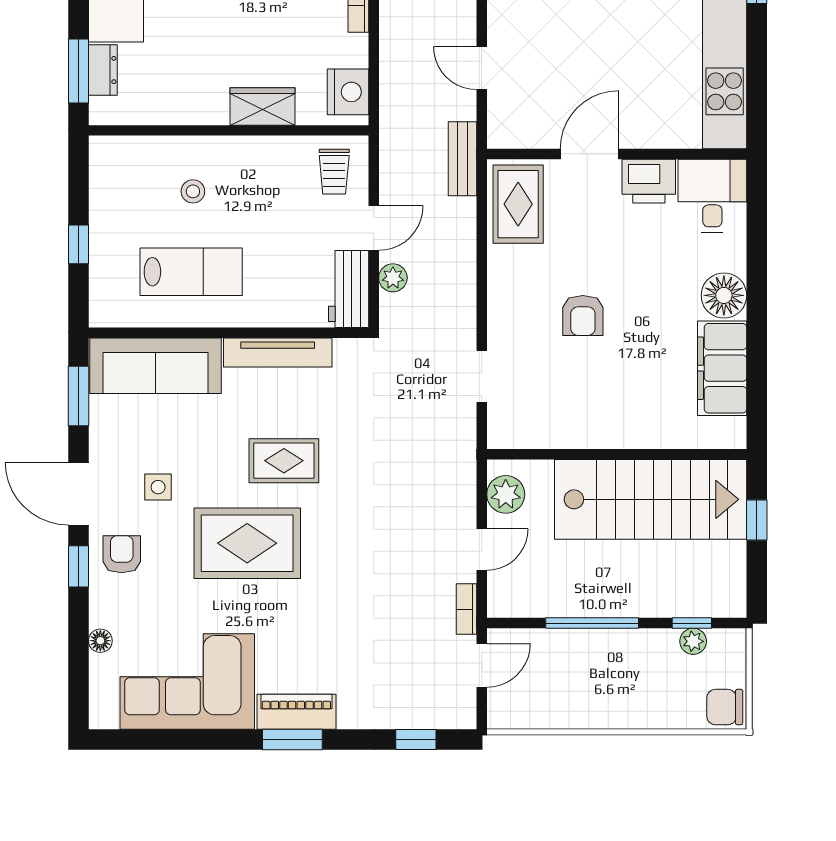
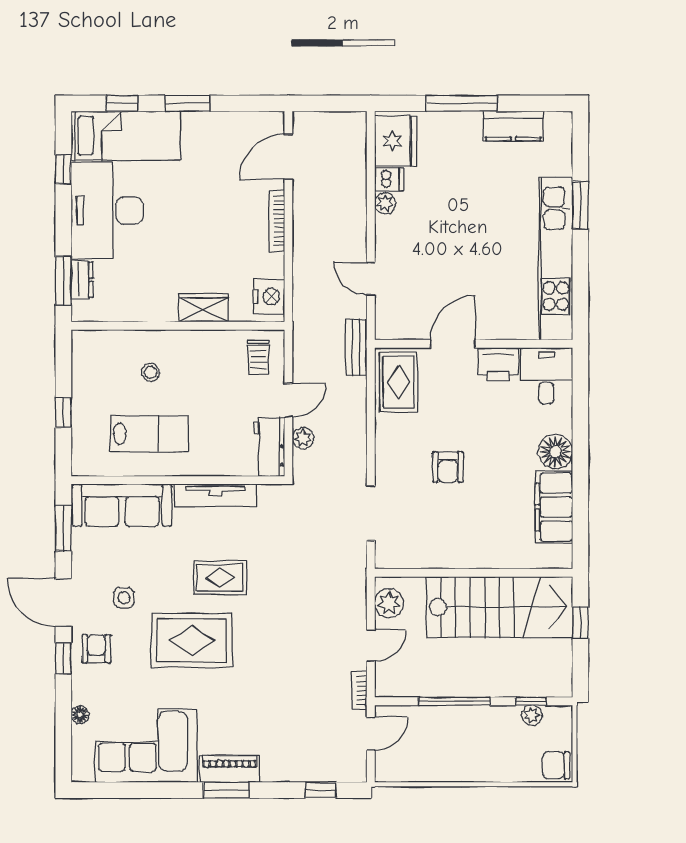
doorway: (482, 376) -> (371, 513), width x1.38

